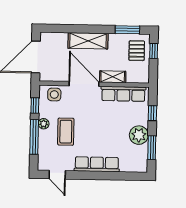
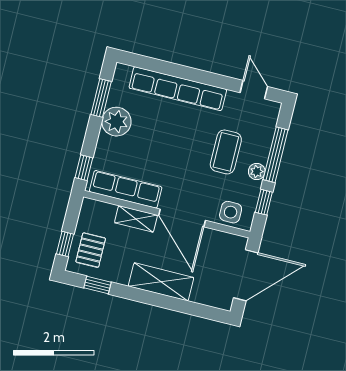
window: (127, 30) -> (97, 285), width x0.67
window: (152, 113) -> (84, 168), moved
row of seats: (97, 164) -> (178, 89), width x1.36

